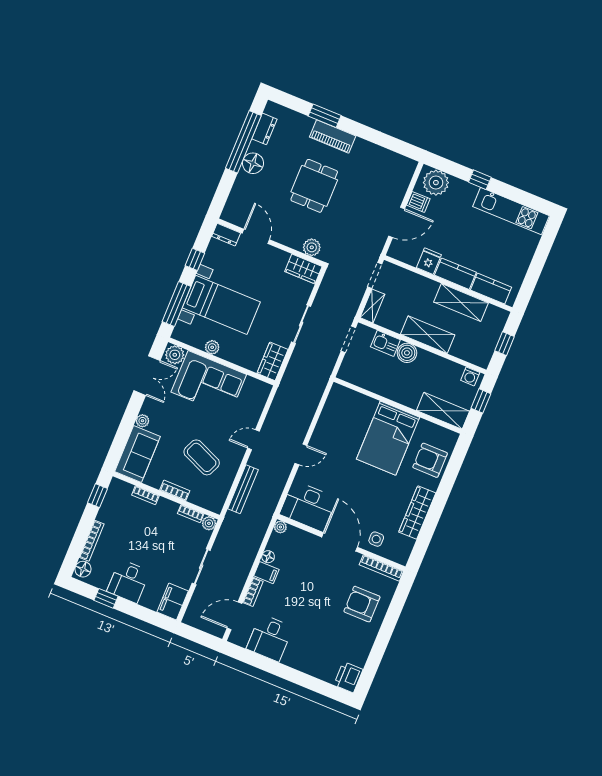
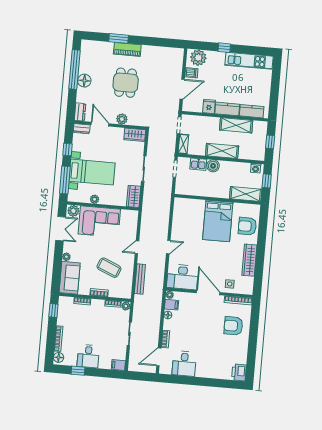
dresser: (264, 129) -> (80, 112), moved
plant: (312, 247) -> (122, 119), moved
filing cabinet: (266, 573) -> (172, 305), moved
filing cabinet: (173, 602) -> (118, 365), width x0.50

